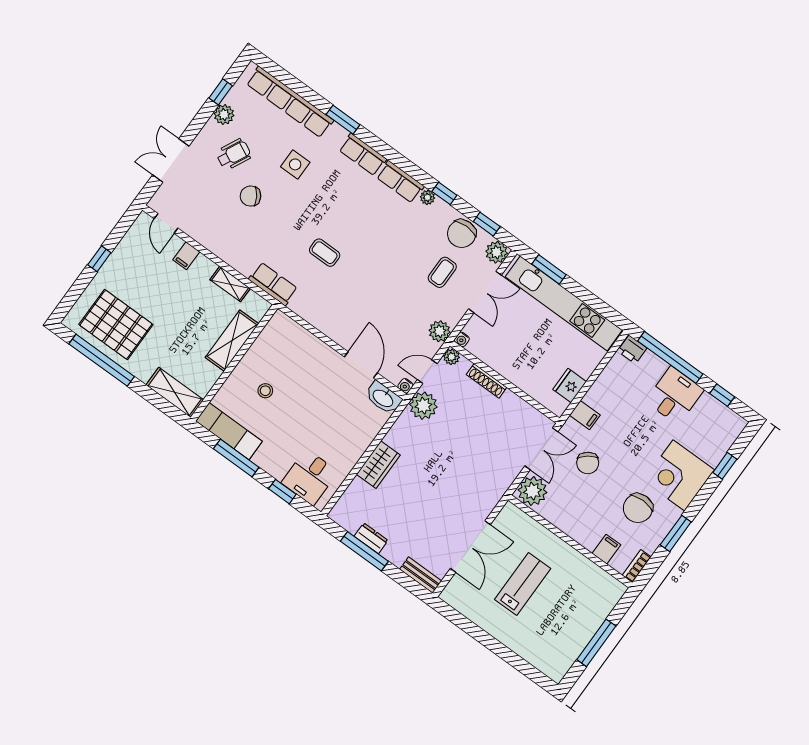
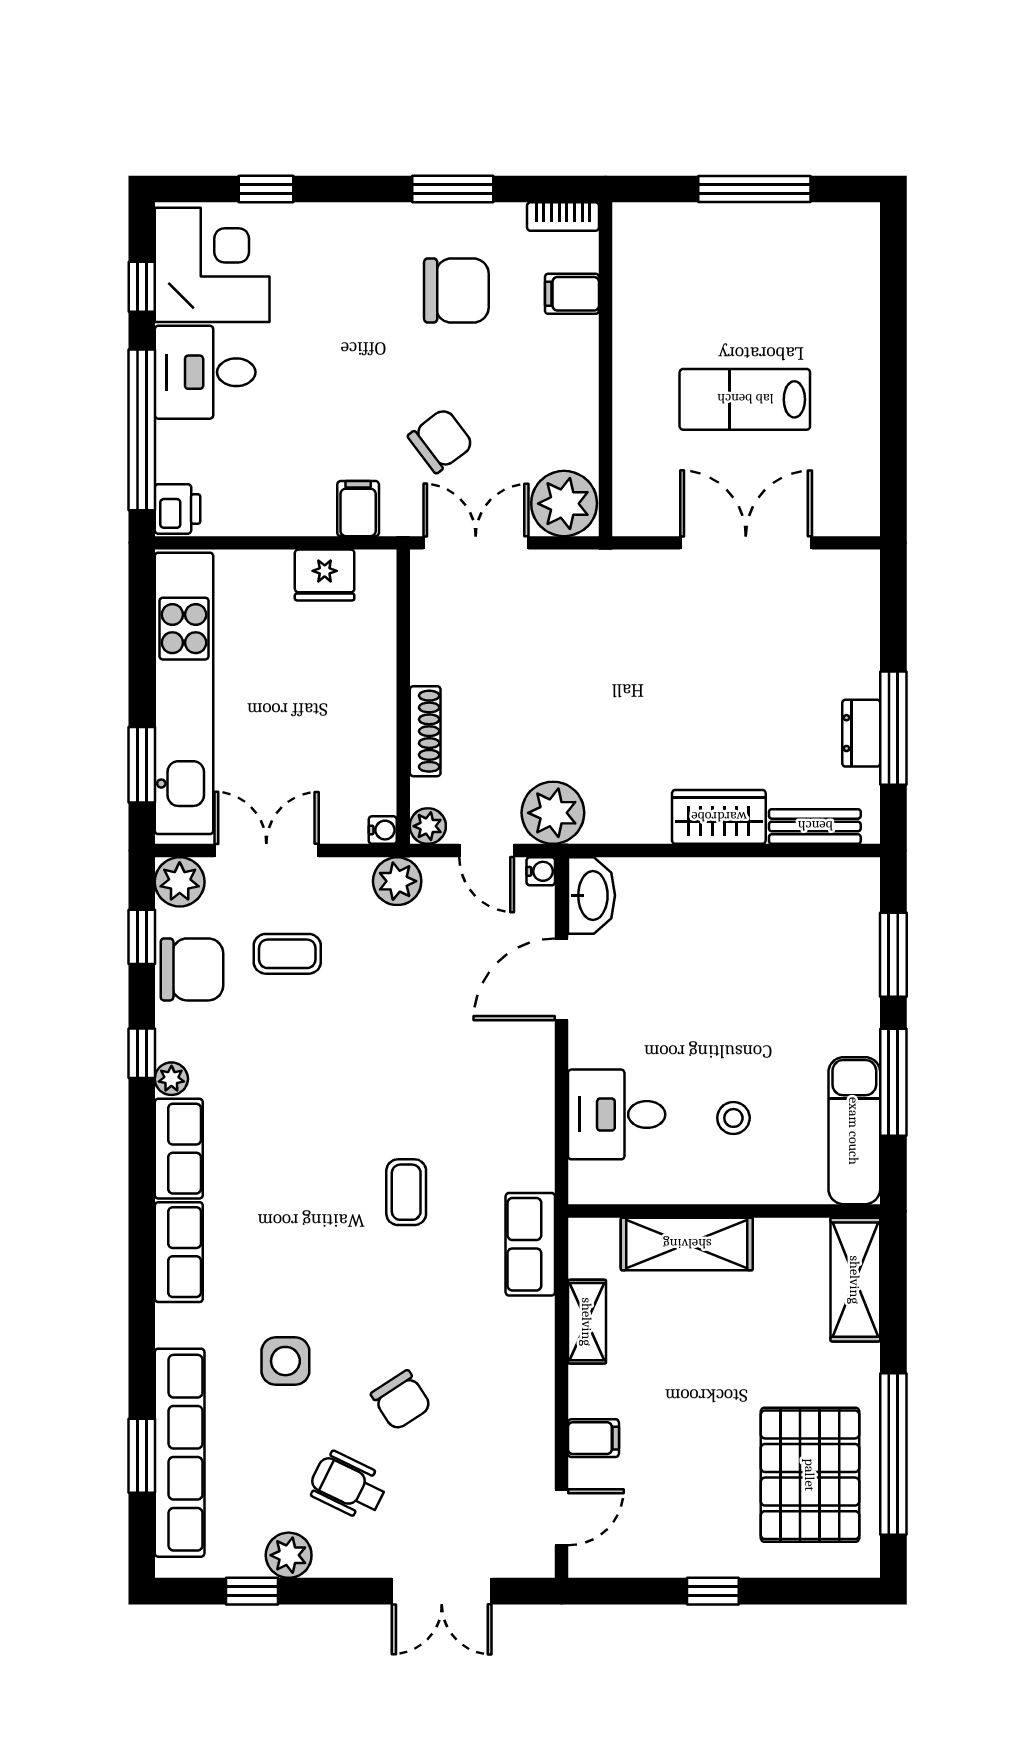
window: (343, 120) -> (142, 1456), moved
corner desk: (679, 475) -> (212, 265), moved, turned -90
desk: (310, 477) -> (617, 1114), moved, turned 180
window: (282, 492) -> (893, 955), width x1.50
bench: (421, 575) -> (815, 826), moved, turned 90

